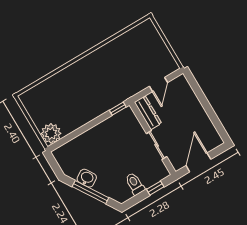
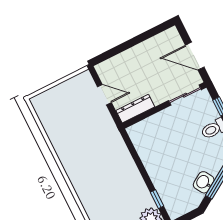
window: (118, 109) -> (157, 199), moved
sliding door: (157, 145) -> (185, 95), moved

